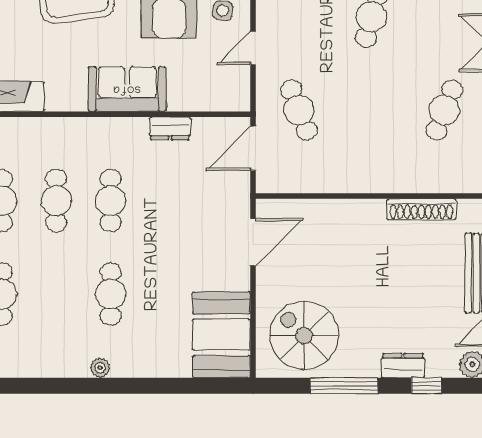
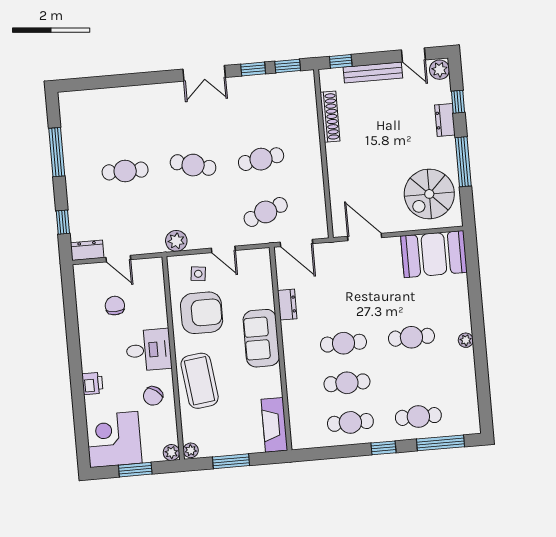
cafe table: (444, 110) -> (261, 159), moved, turned -30

